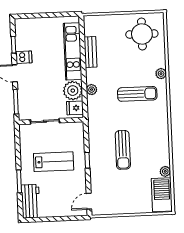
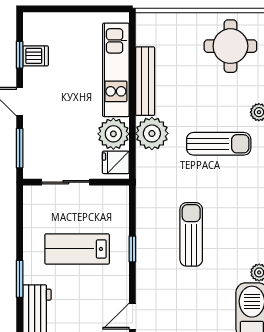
bench: (91, 52) -> (145, 81), width x1.36
dishwasher: (24, 57) -> (36, 56), moved
plant: (92, 90) -> (152, 133), width x1.87, depth x1.87
sun lounger: (123, 150) -> (191, 234), turned 180
lab bench: (54, 162) -> (77, 249), turned 180

